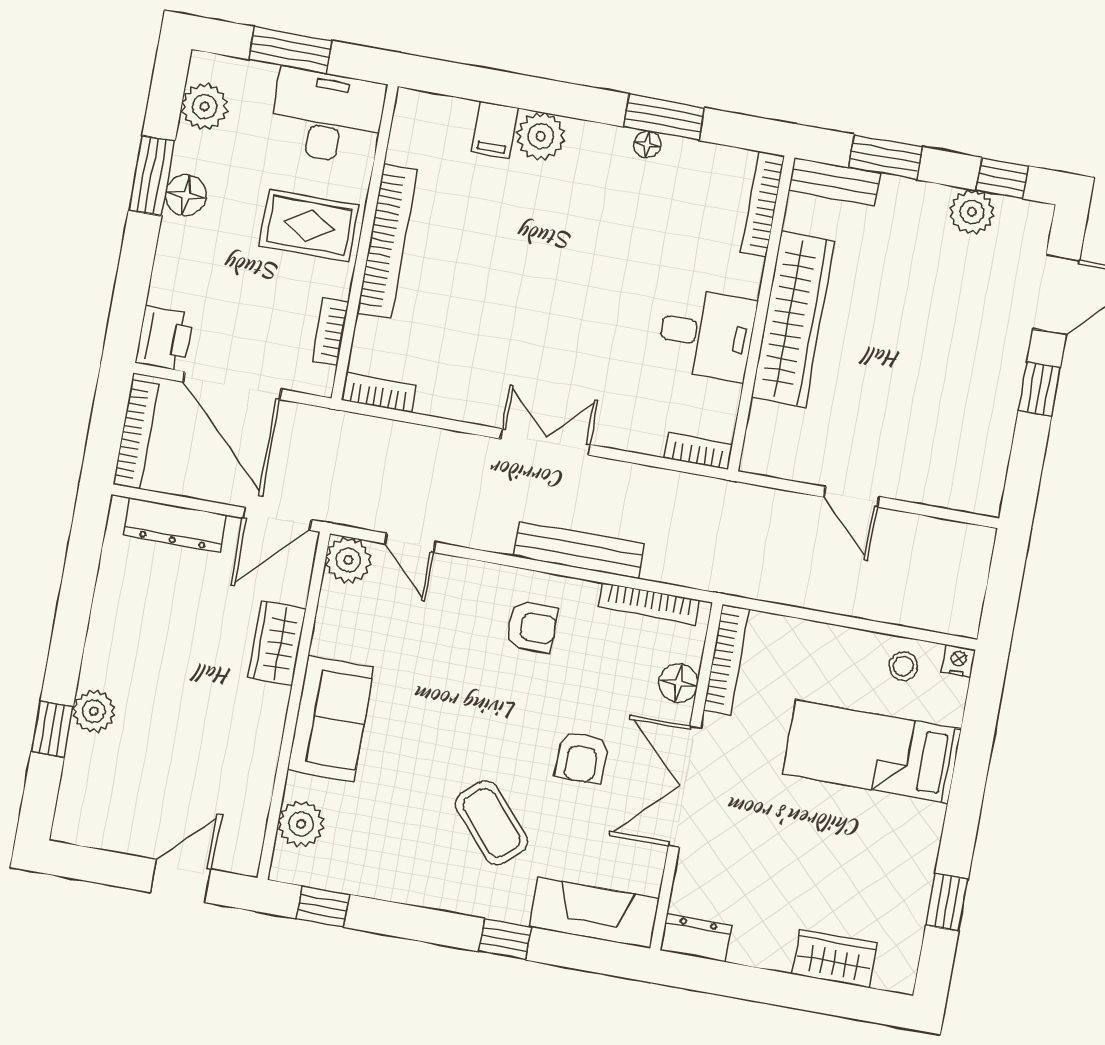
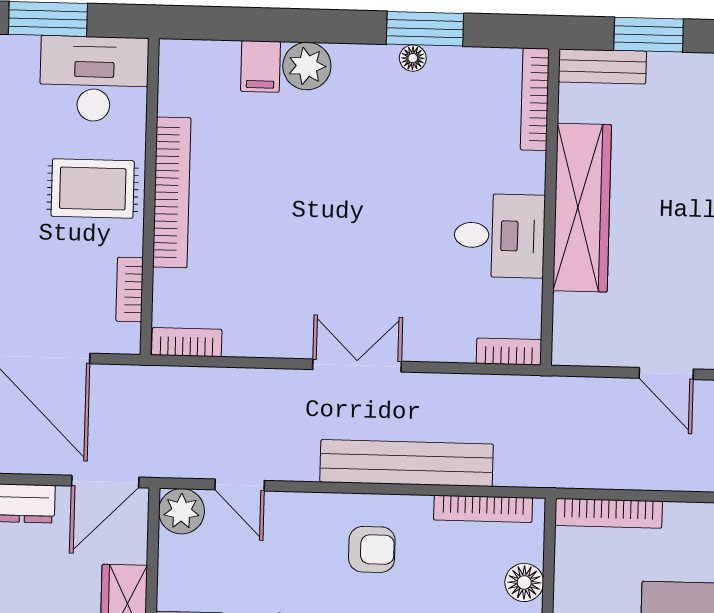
bench: (579, 550) -> (407, 463), width x1.37, depth x1.21
bookcase: (726, 659) -> (609, 513), moved, turned 90

